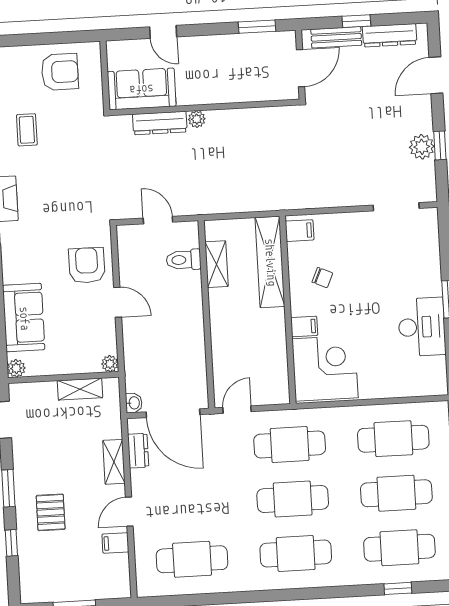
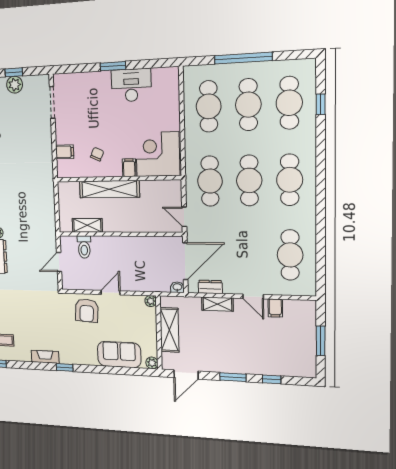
filing cabinet: (300, 231) -> (65, 152), moved, turned 90
shelving: (270, 262) -> (109, 189), moved
armchair: (87, 265) -> (87, 310), turned -86
shelving: (80, 389) -> (169, 330), width x1.50, depth x1.33
pallet: (51, 512) -> (251, 350), removed

